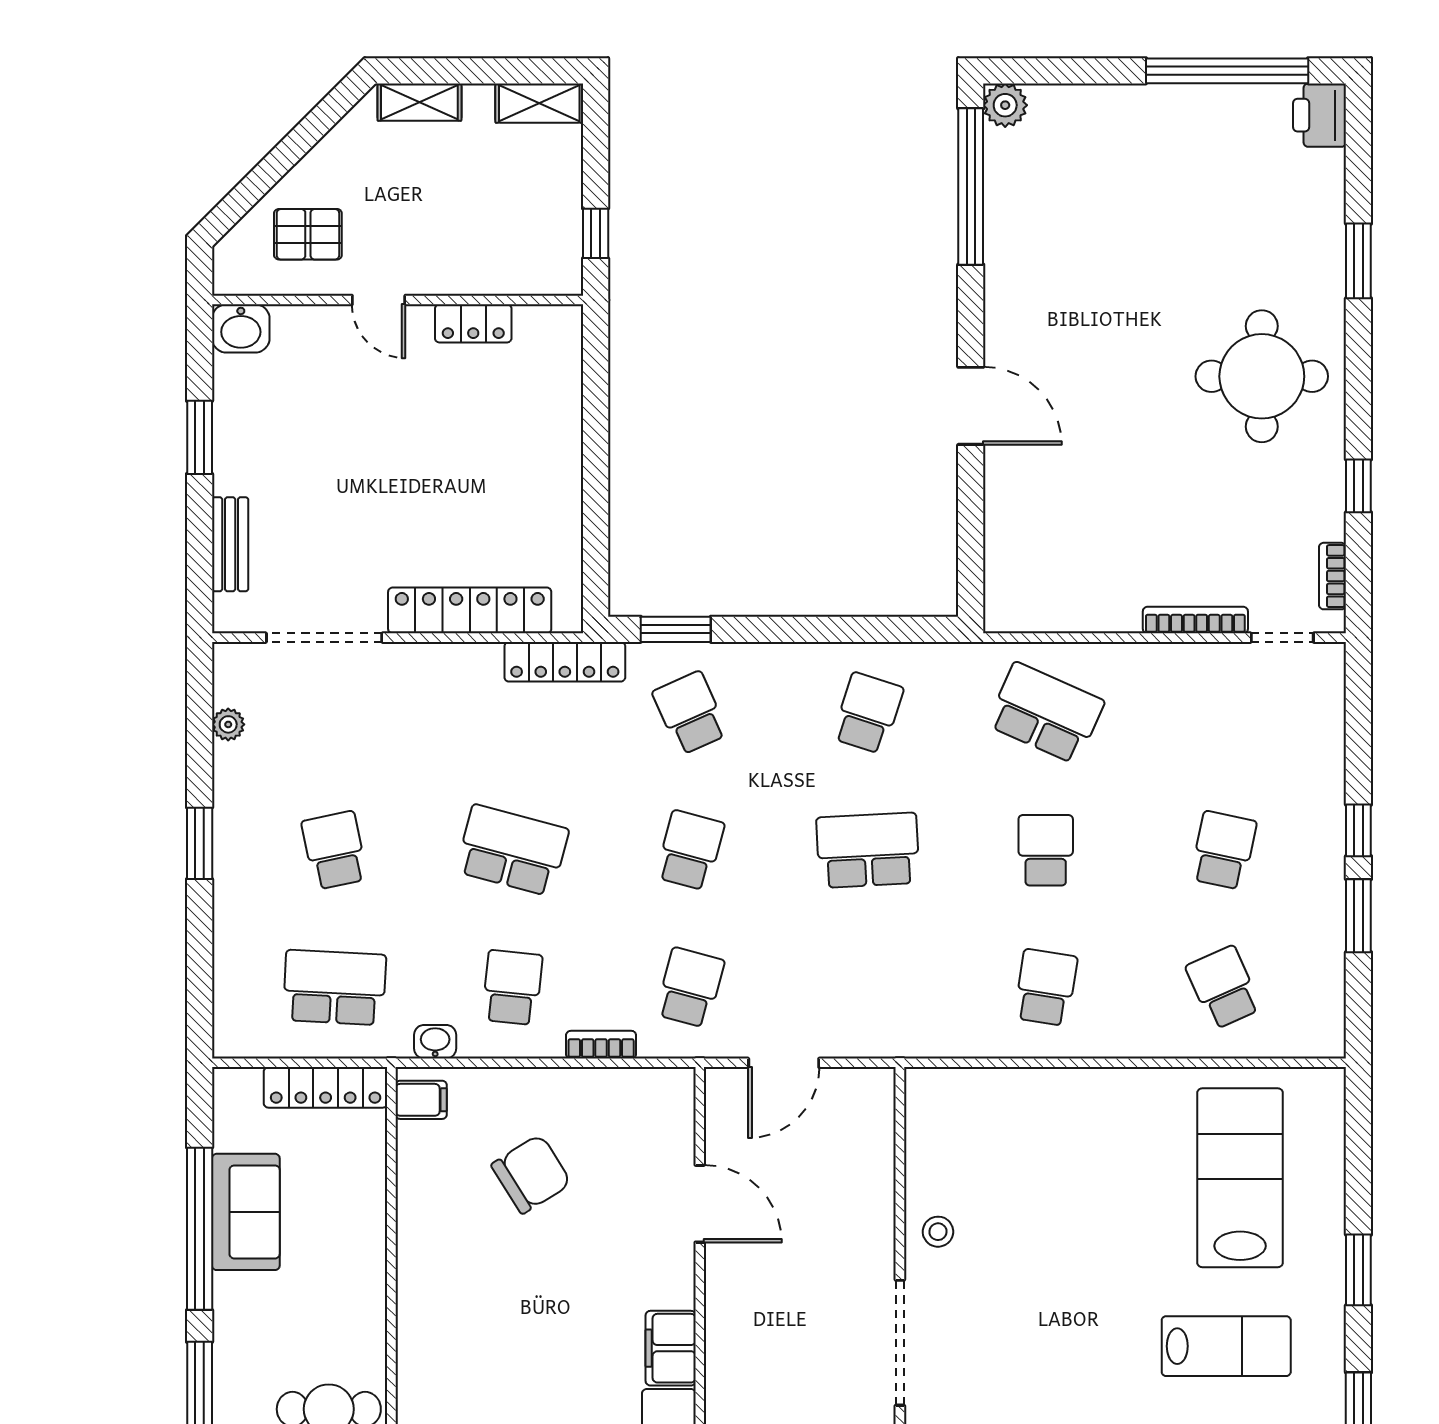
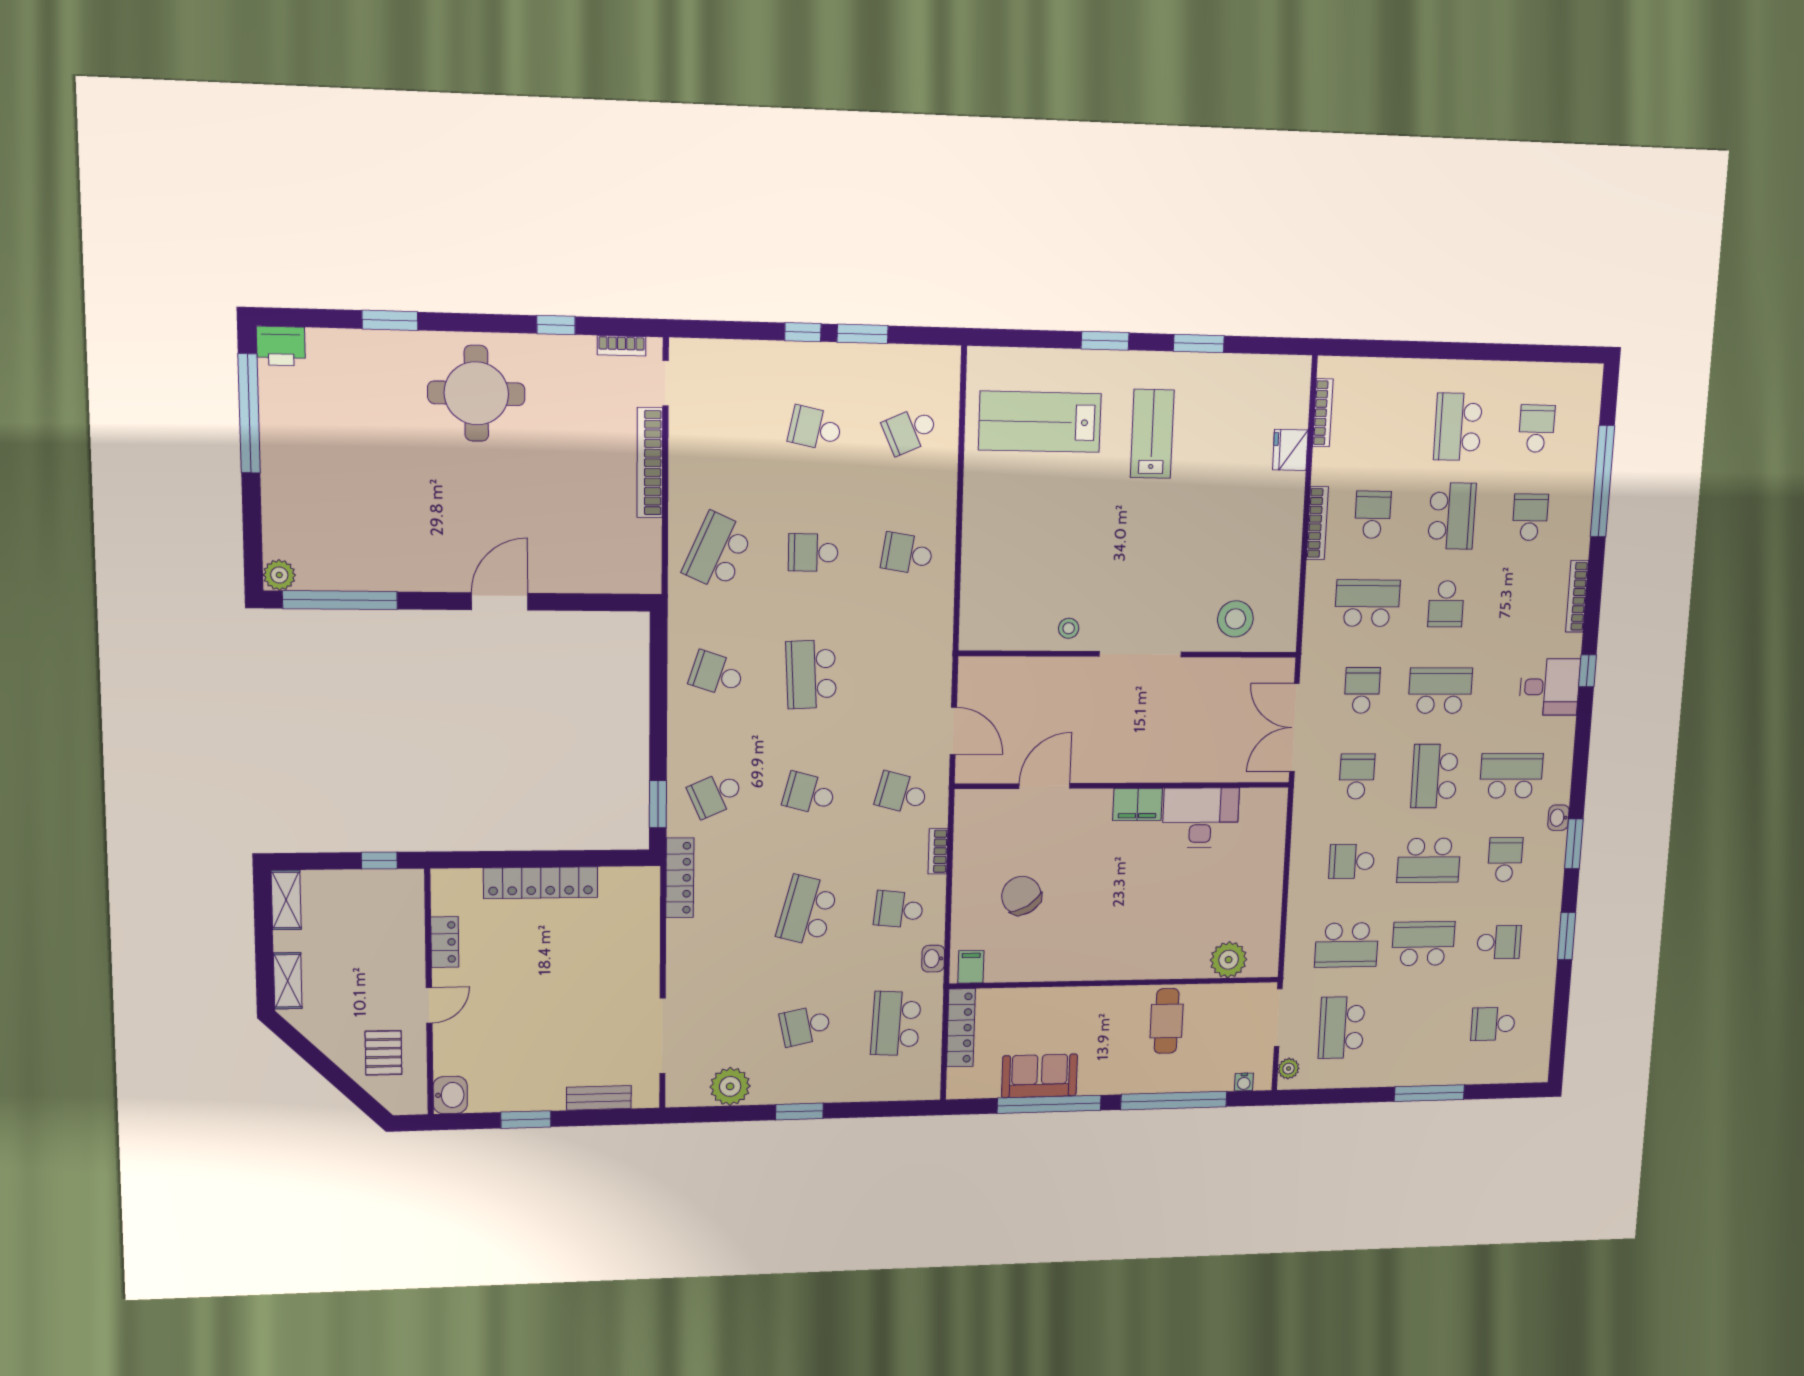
locker: (470, 610) -> (541, 883), moved, turned -90
bookcase: (1195, 620) -> (650, 463), width x1.48, depth x1.31
plant: (228, 724) -> (730, 1086), width x1.88, depth x1.88

